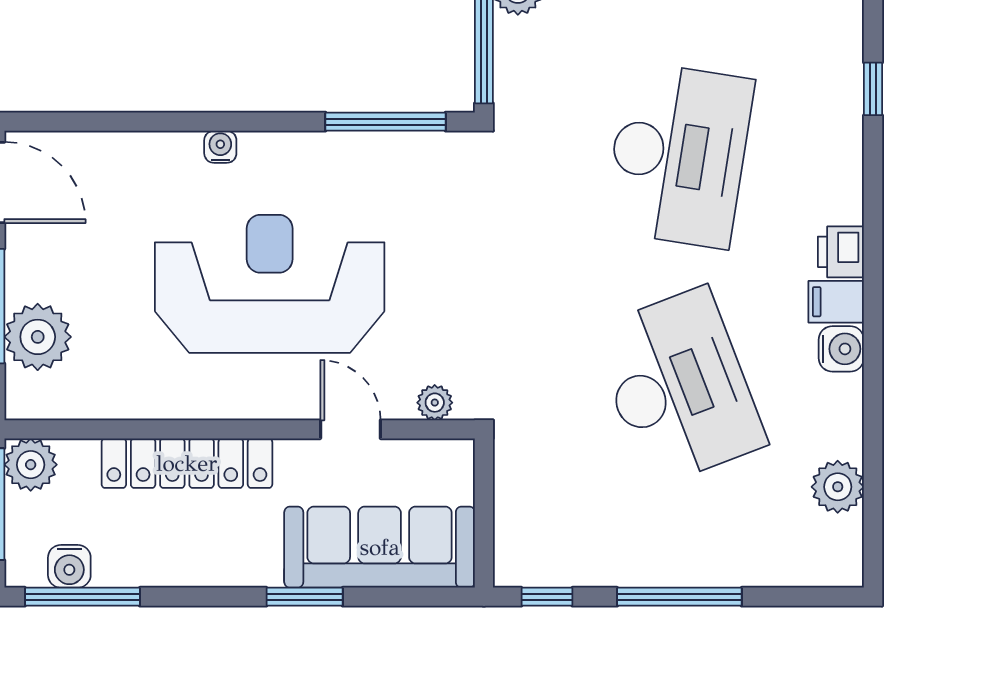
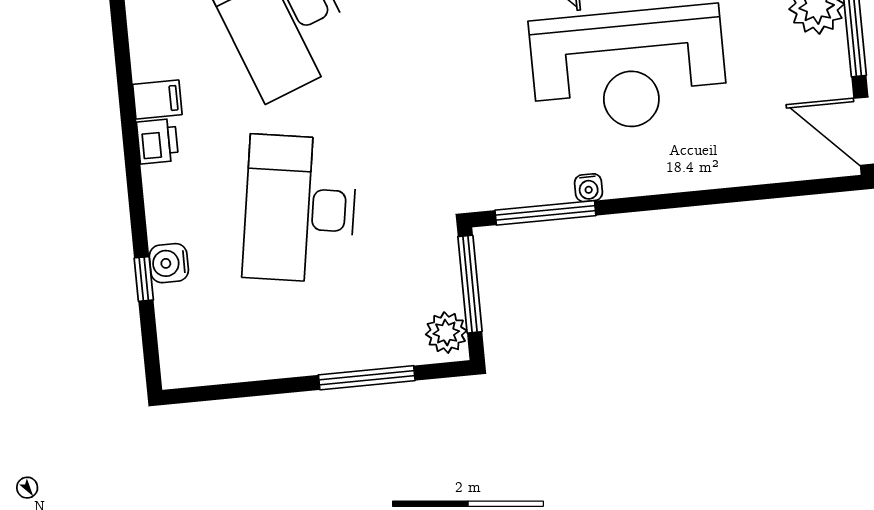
water cooler: (220, 147) -> (588, 188), moved
water cooler: (841, 349) -> (169, 263), moved

